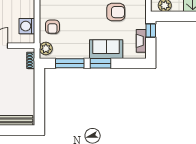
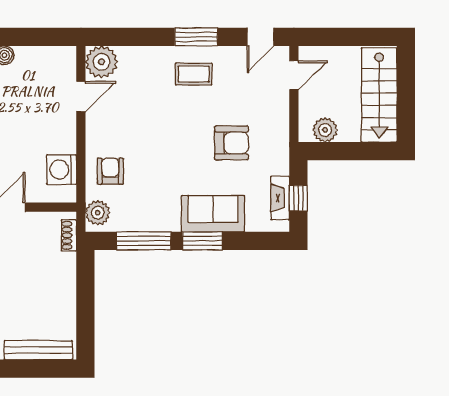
armchair: (52, 27) -> (110, 171), turned 180
window: (151, 30) -> (298, 198), moved

